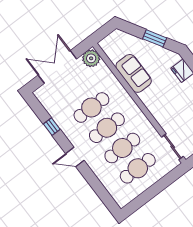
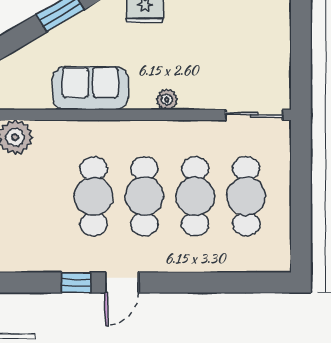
plant: (152, 107) -> (167, 100), added
door: (75, 157) -> (122, 282), moved

